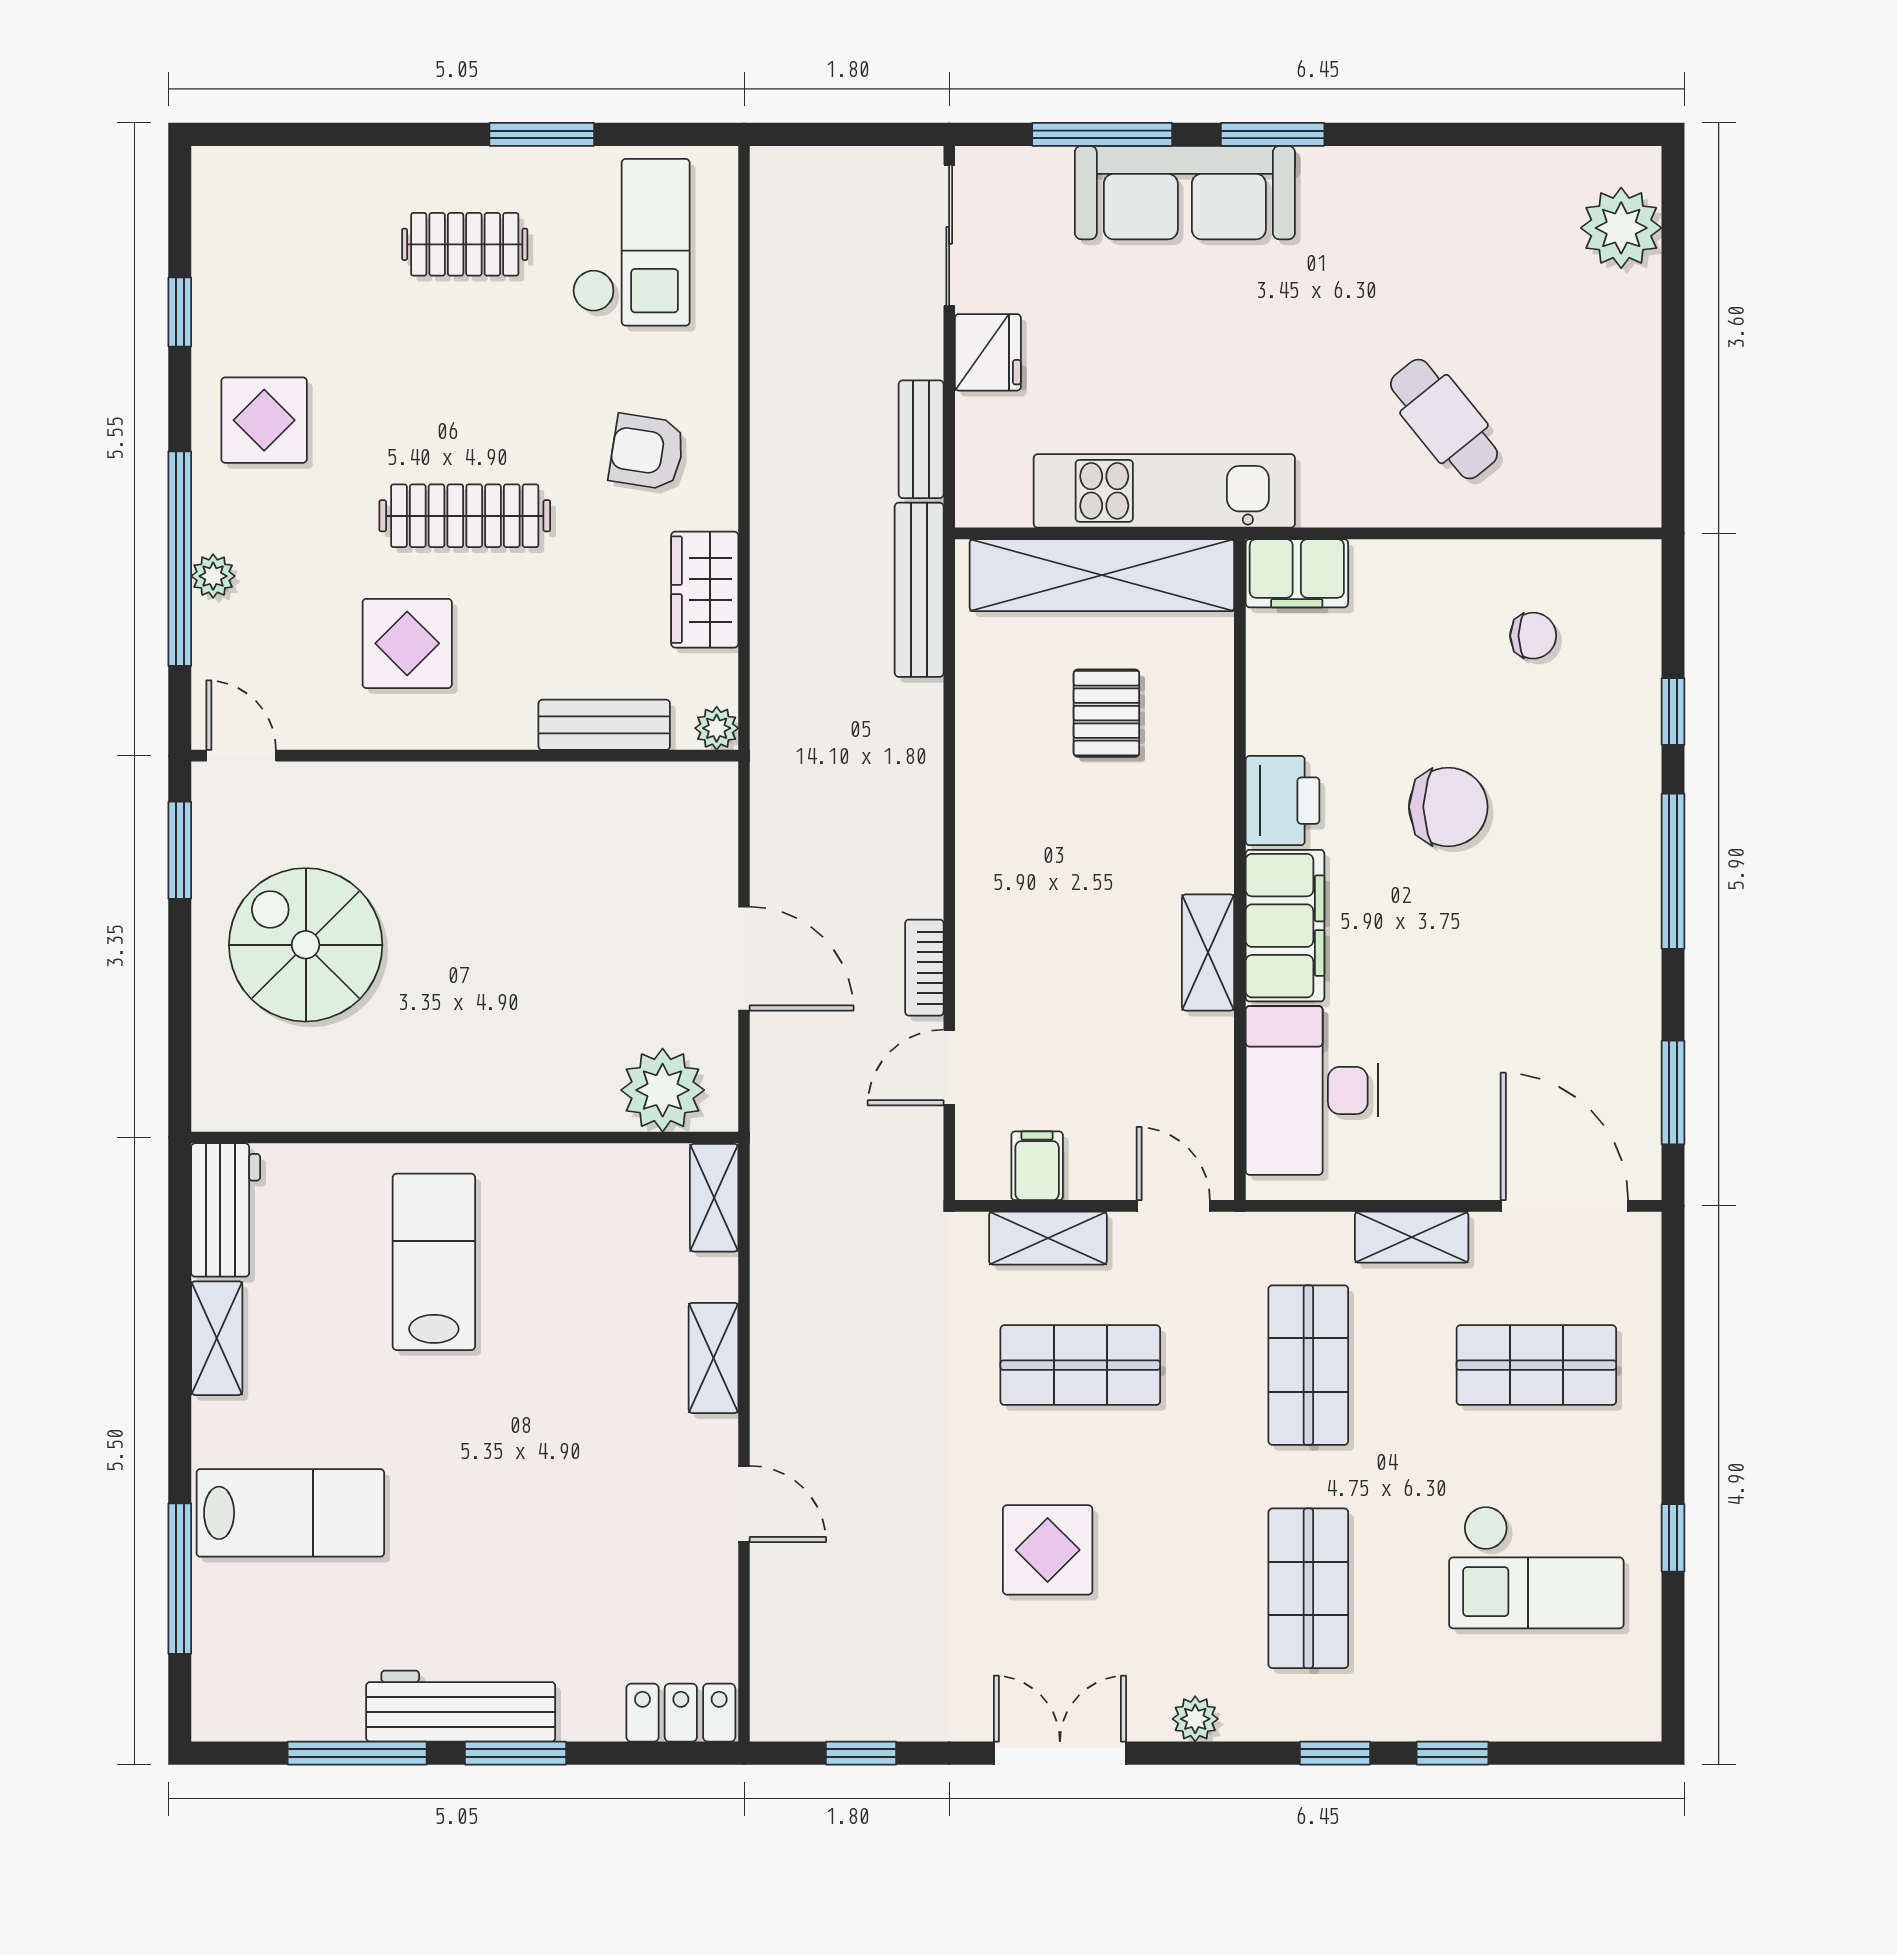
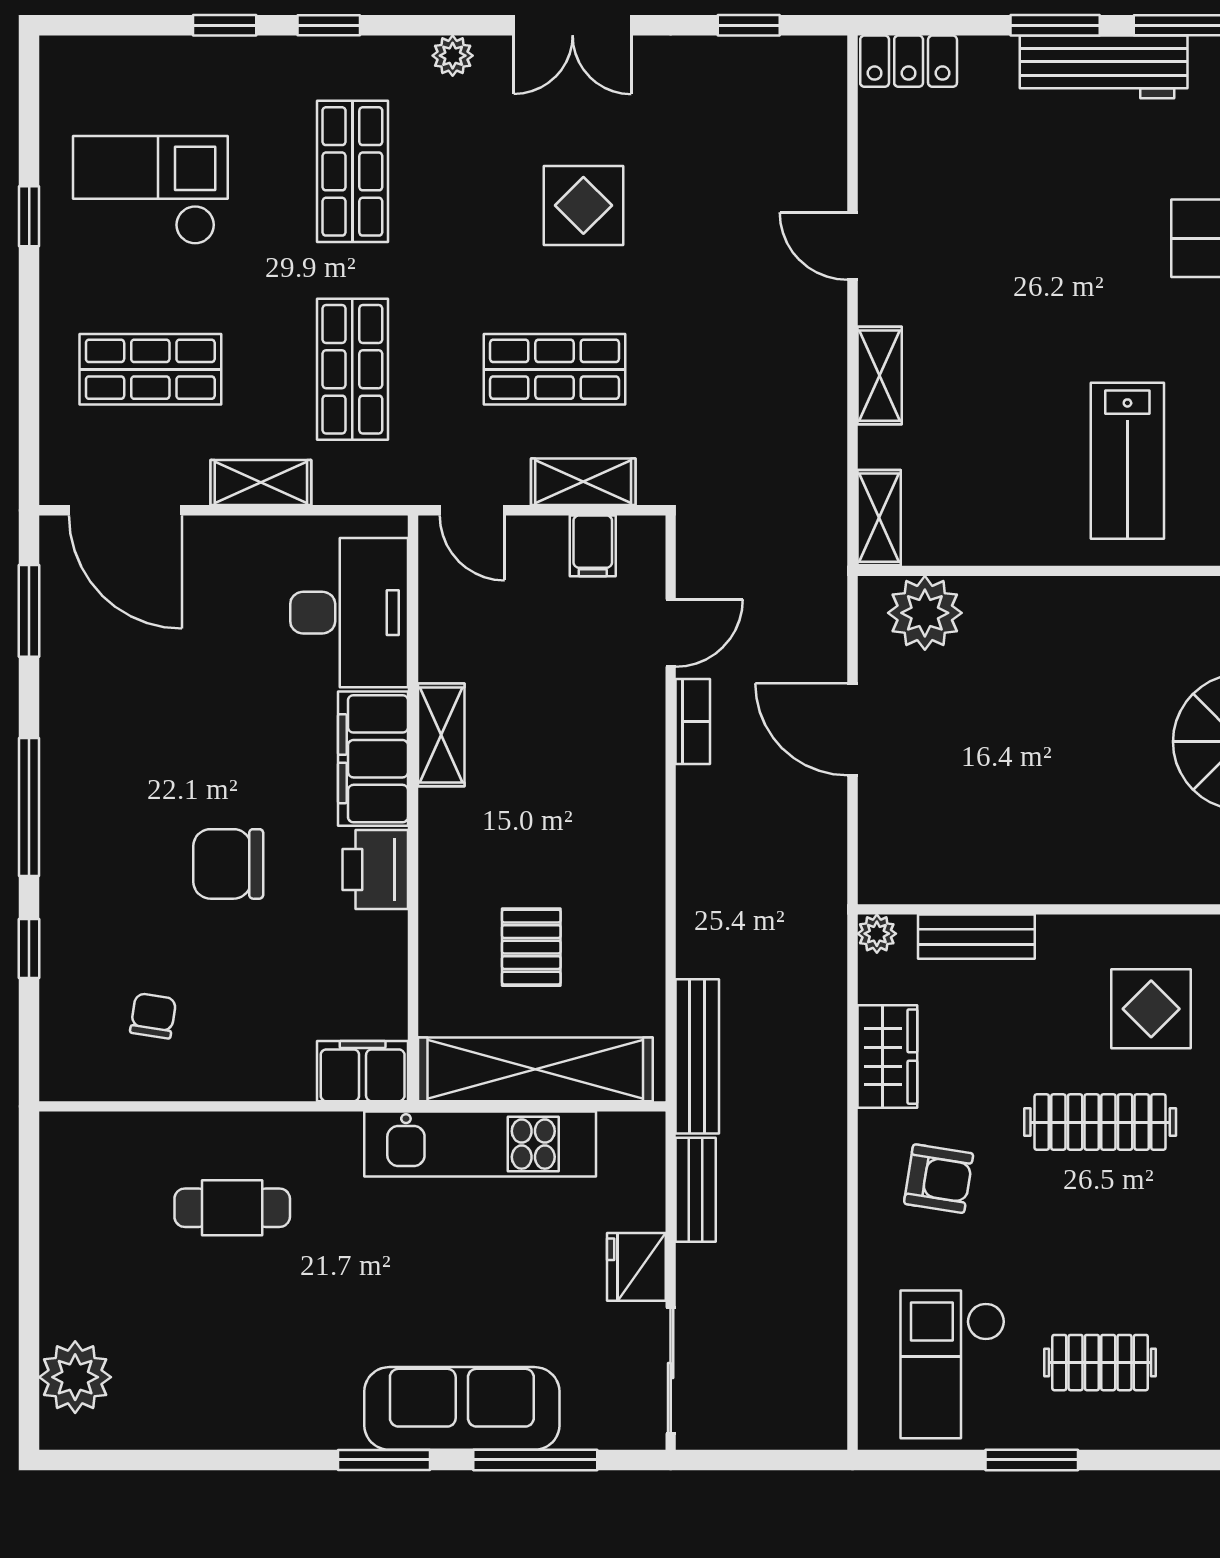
cafe table: (1444, 419) -> (232, 1208), turned -51
chair: (1533, 636) -> (153, 1016), turned 99

